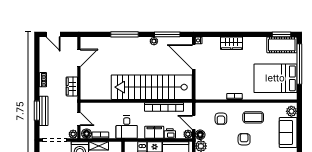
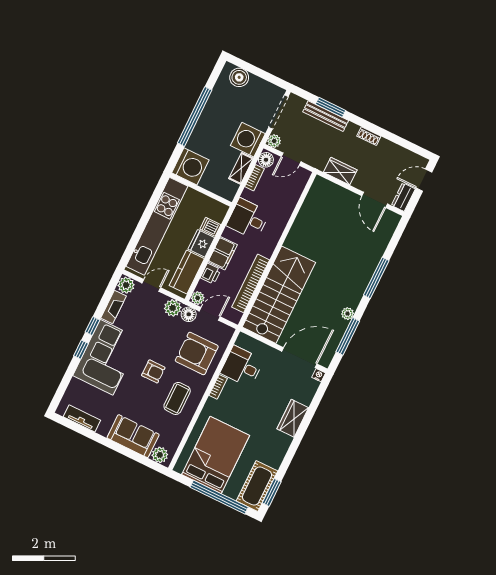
dresser: (69, 42) -> (403, 197), added
stairs: (152, 87) -> (279, 295), width x0.73
desk: (216, 88) -> (242, 366), added
armchair: (221, 119) -> (197, 353), width x1.88, depth x1.88

